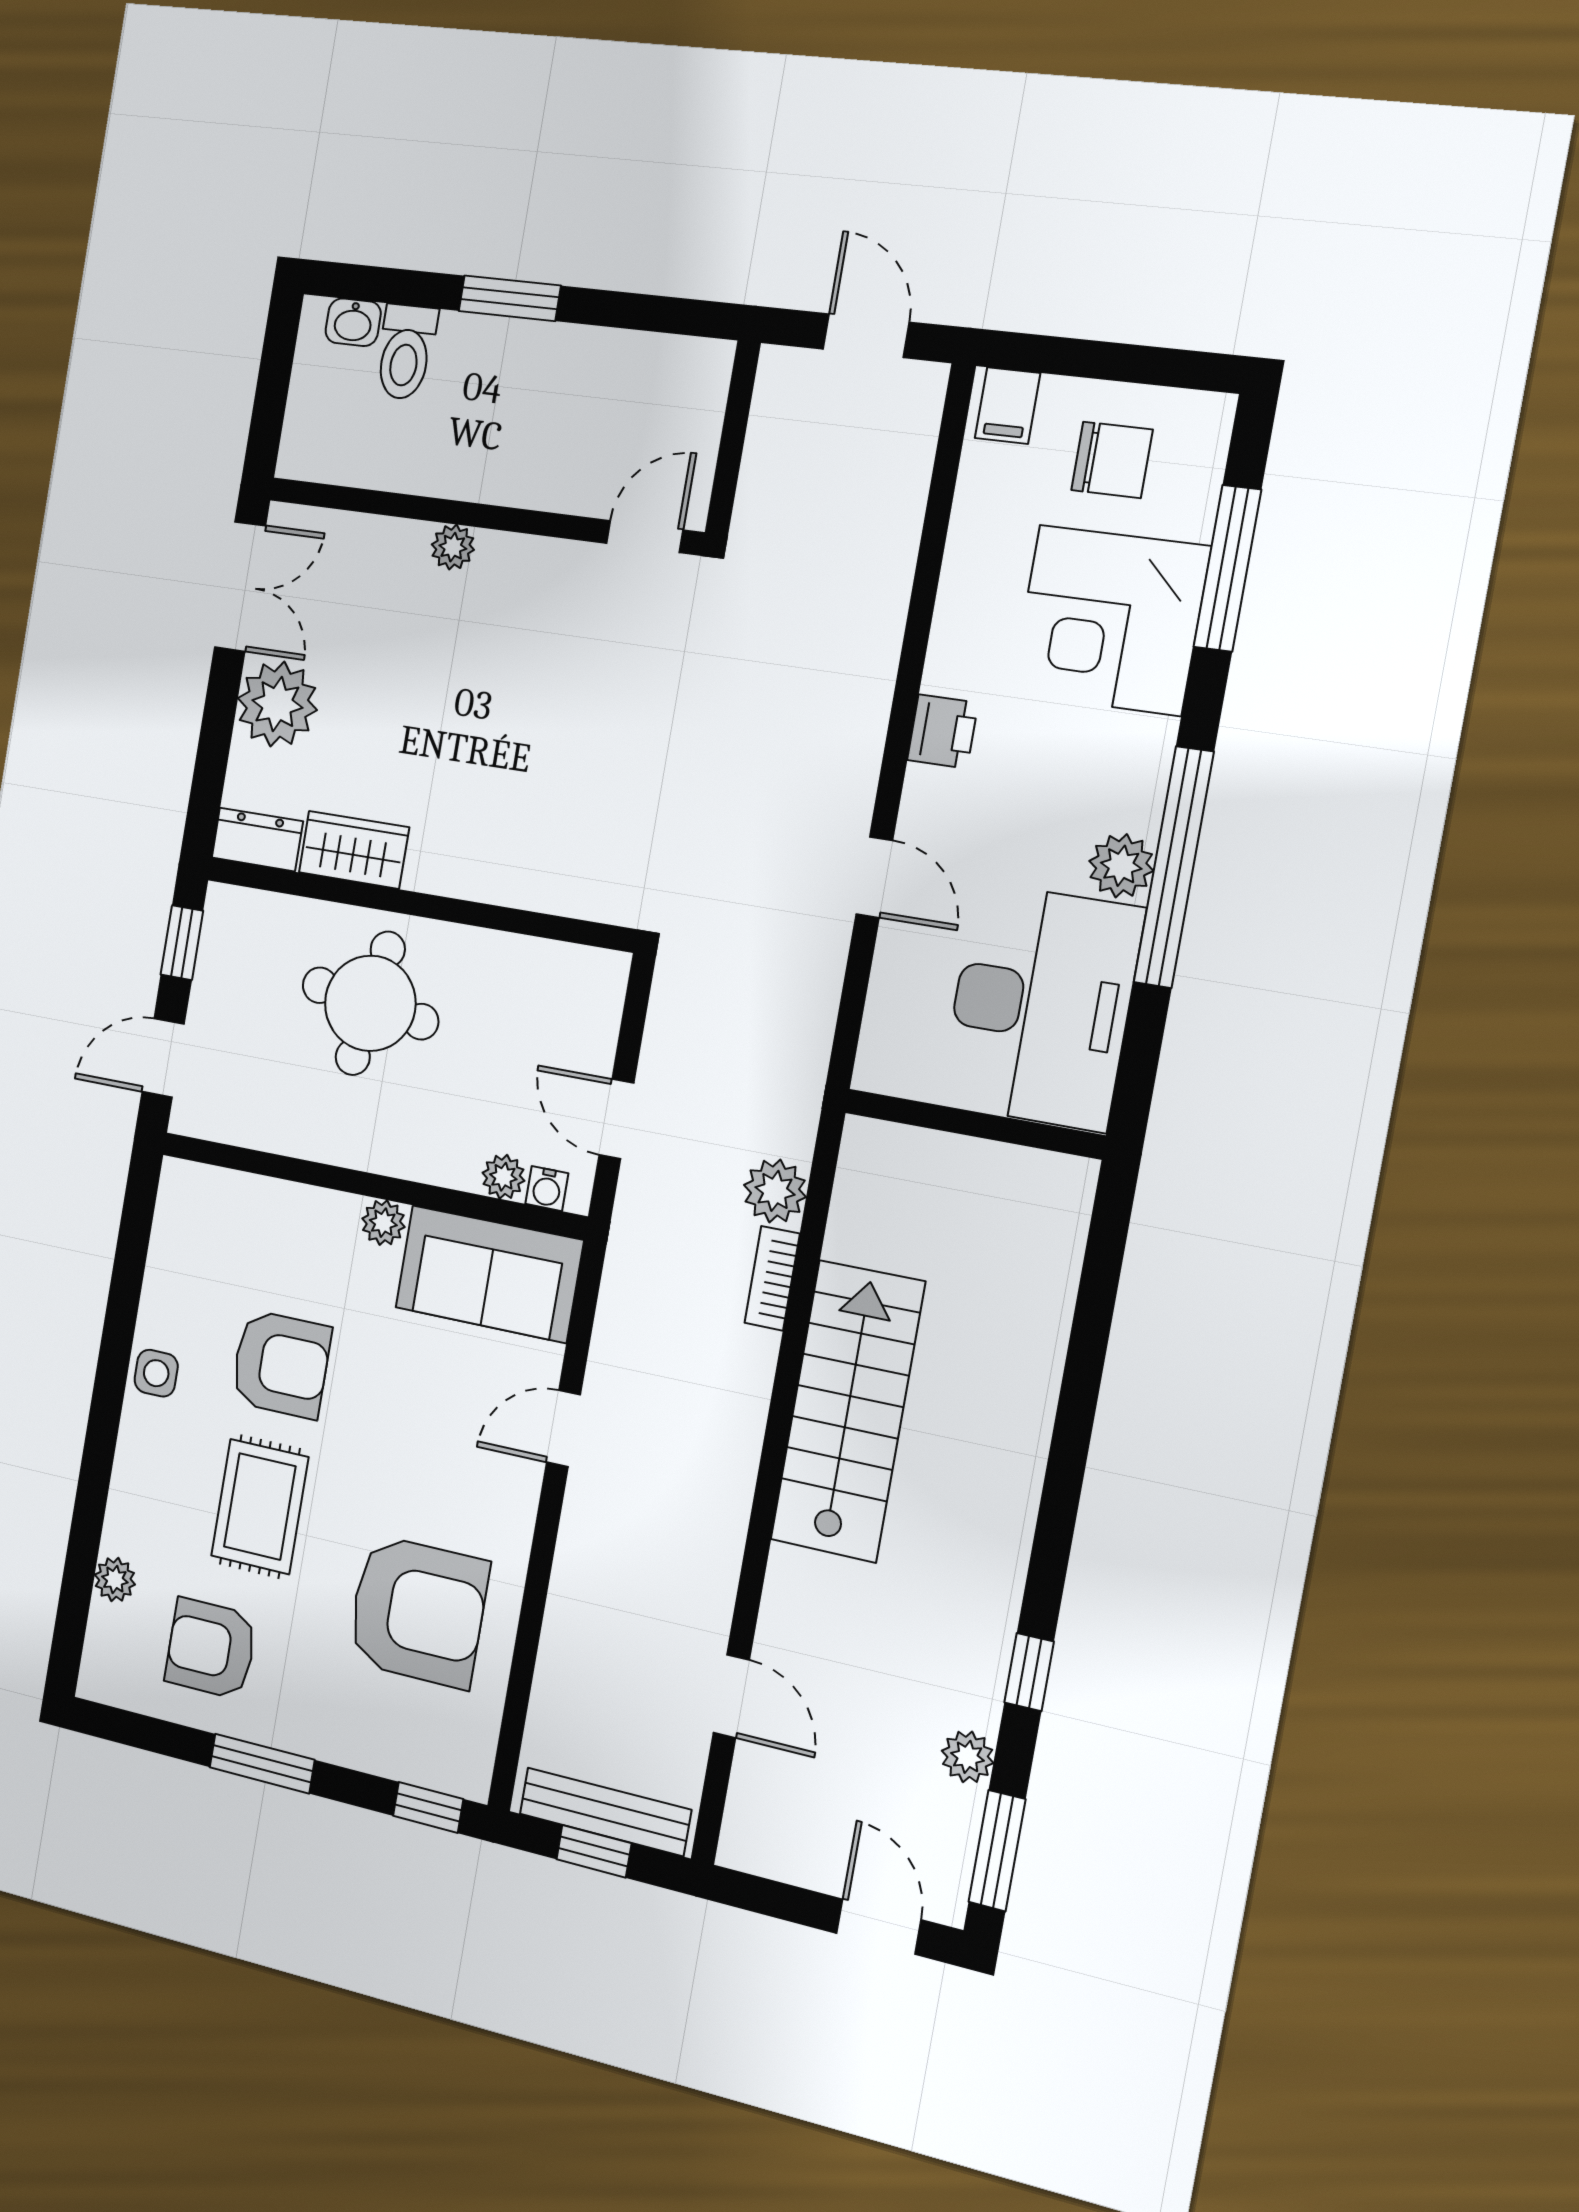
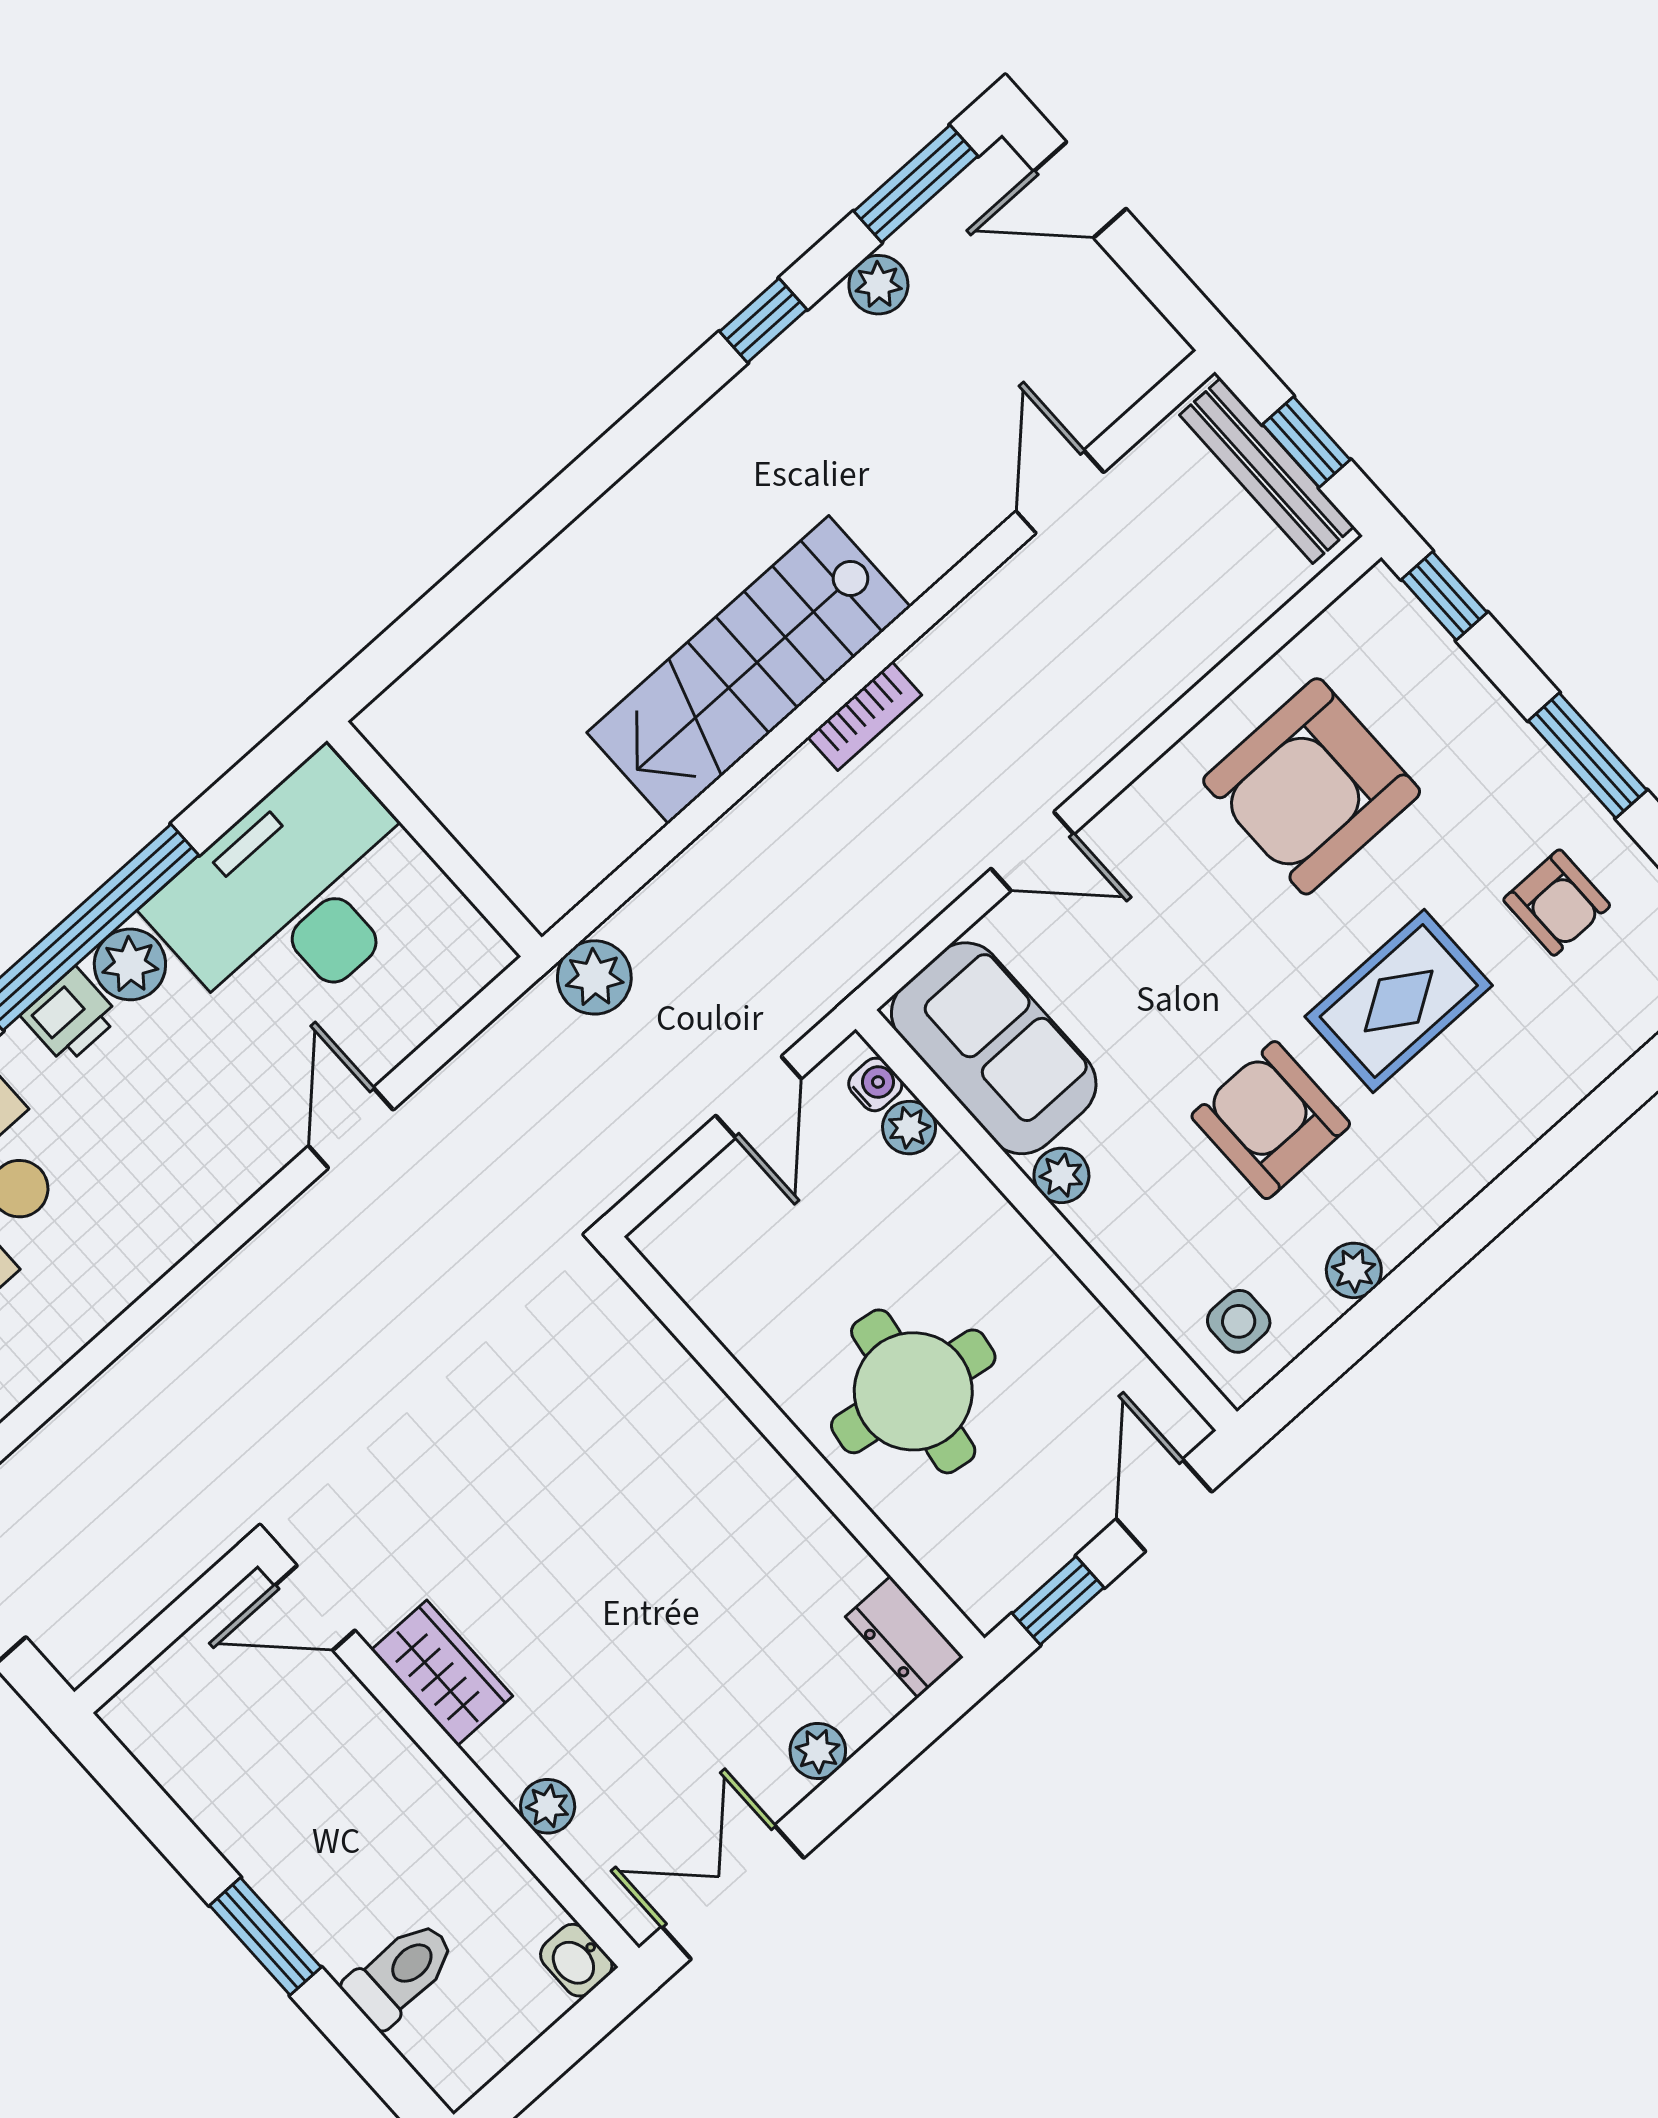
washbasin: (353, 322) -> (576, 1960), moved, turned 180
plant: (453, 547) -> (548, 1806), moved
plant: (277, 704) -> (818, 1751), width x0.53, depth x0.53
printer: (943, 731) -> (70, 1016), moved, turned 180
wardrobe: (354, 850) -> (442, 1673), moved, turned 180
door: (163, 1058) -> (1164, 1505), swing flipped
plant: (775, 1191) -> (594, 977), moved
bookcase: (772, 1278) -> (865, 716), moved
side table: (156, 1373) -> (1239, 1321), moved
plant: (115, 1580) -> (1354, 1270), moved
armchair: (418, 1611) -> (1312, 786), turned -90
armchair: (211, 1649) -> (1557, 903), width x0.72, depth x0.72
door: (879, 1927) -> (1080, 190), hinge flipped

